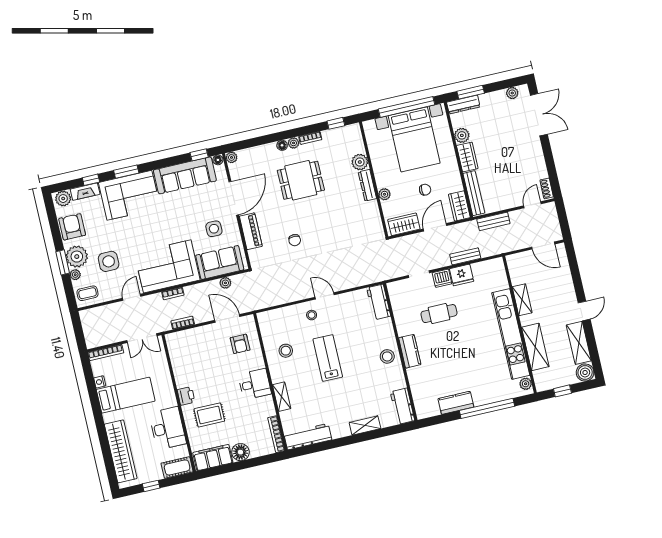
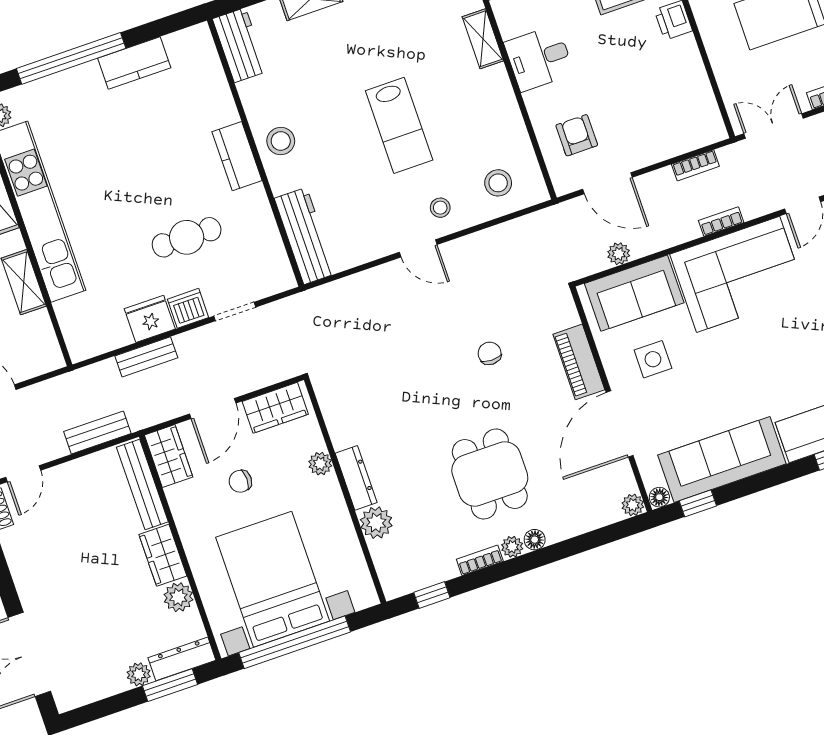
plant: (512, 93) -> (139, 674), moved
dining table: (301, 180) -> (490, 474), turned 90
workbench: (379, 302) -> (305, 236), width x1.38
stool: (286, 351) -> (498, 183), moved

